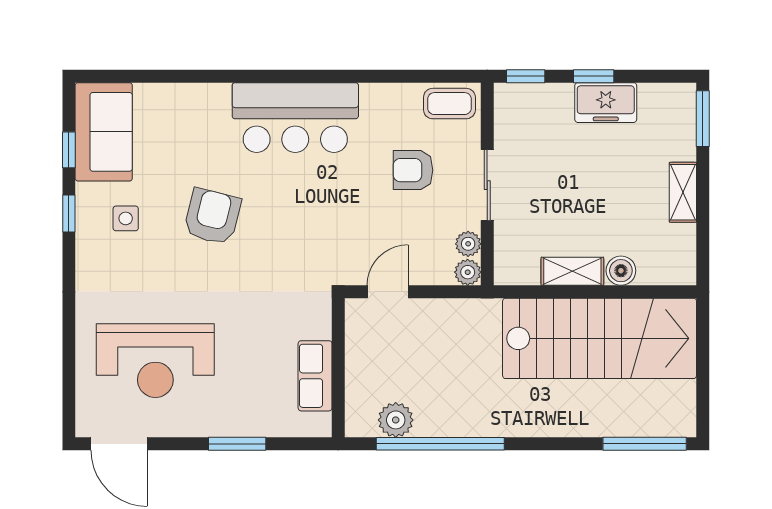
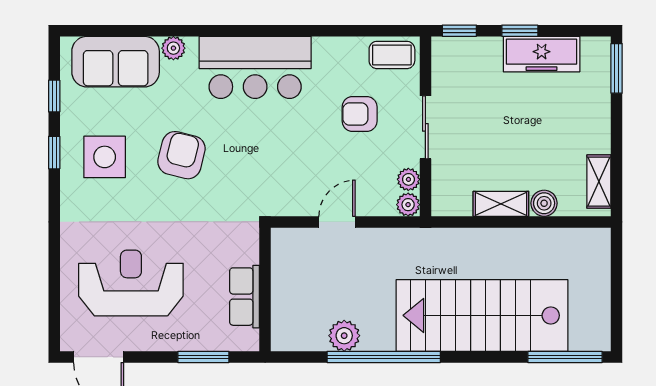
plant: (203, 96) -> (173, 48), added
freezer: (606, 103) -> (542, 54), width x1.40
sofa: (104, 132) -> (116, 62), moved, turned 90
shelving: (683, 192) -> (599, 182), moved
side table: (126, 218) -> (105, 157), width x1.87, depth x1.87
stairs: (600, 338) -> (482, 315), moved, turned 180
reception desk: (155, 361) -> (131, 283), turned 180
wall: (338, 368) -> (265, 289), moved
row of seats: (315, 376) -> (245, 297), moved

